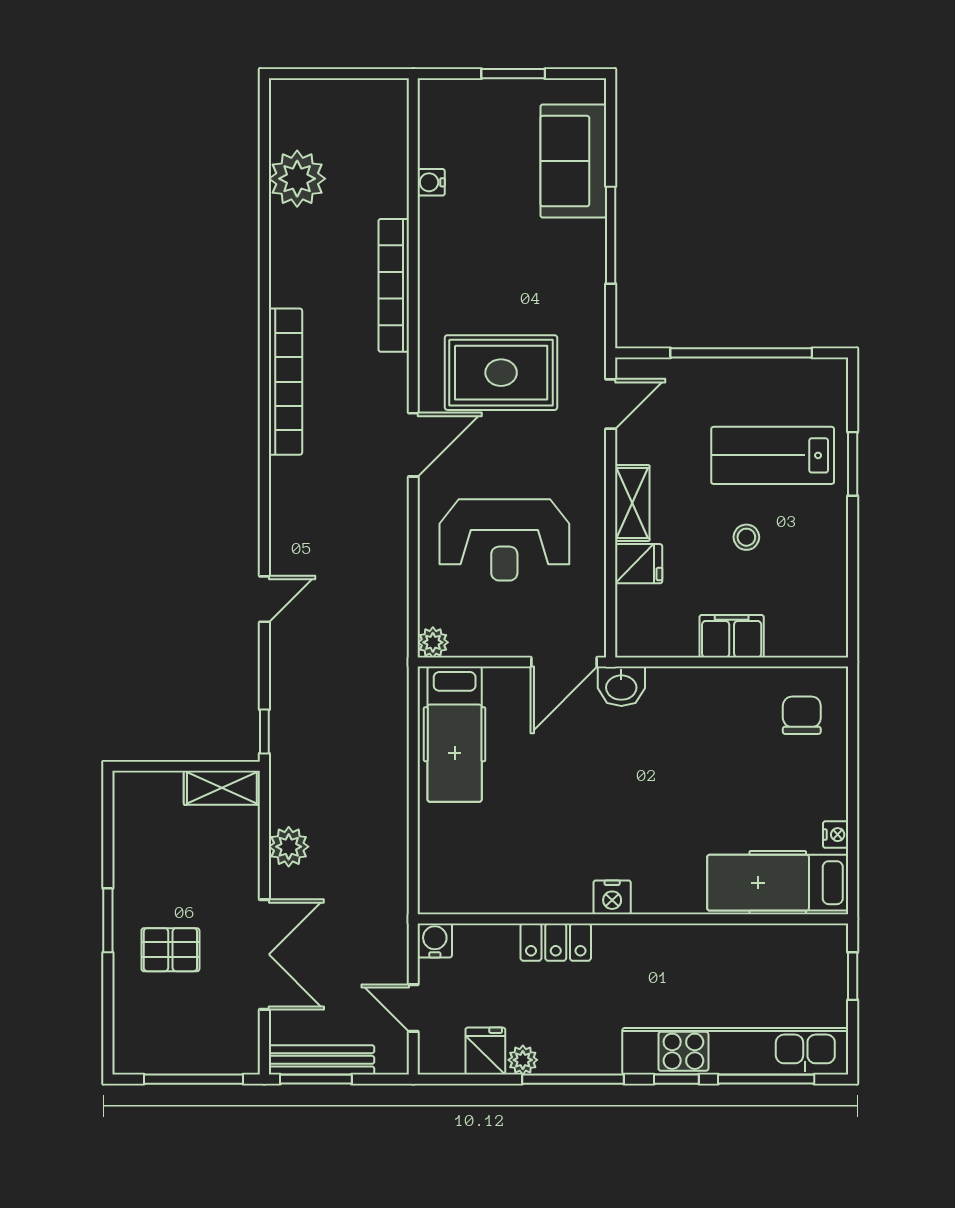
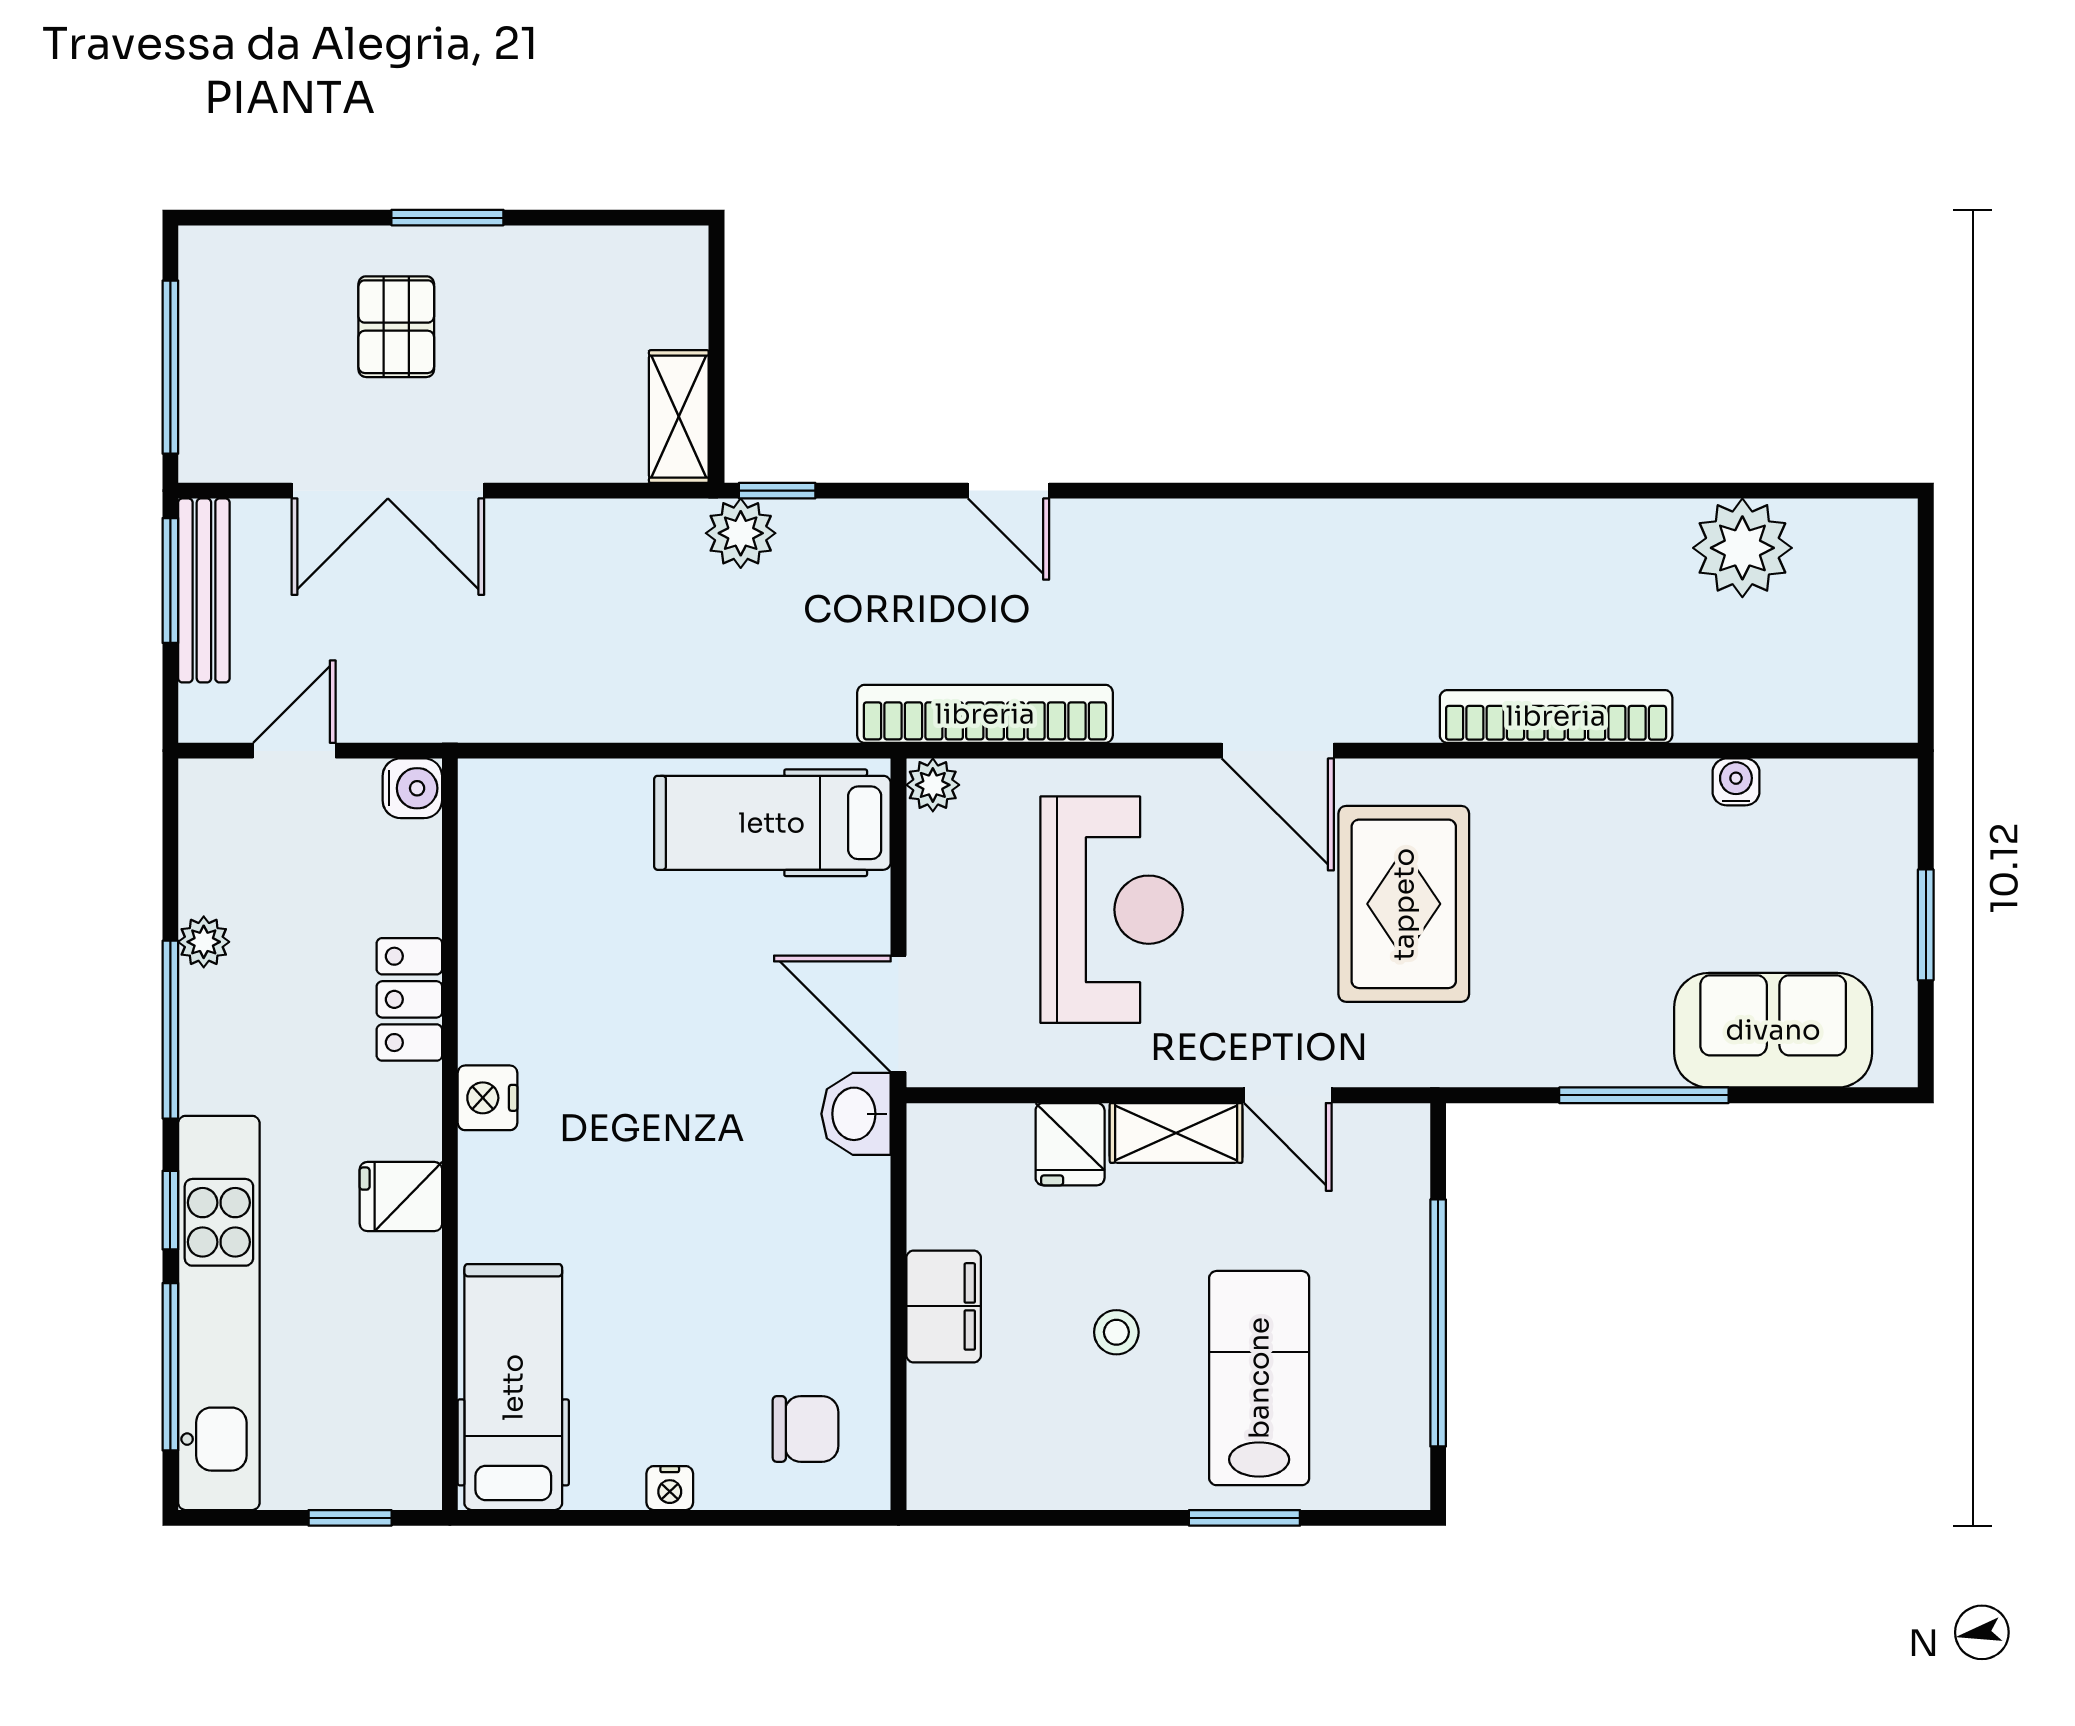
bookcase: (285, 382) -> (985, 714), moved, turned 180
door: (611, 404) -> (1288, 1095), moved
reception desk: (504, 540) -> (1112, 910), turned 180
nightstand: (836, 835) -> (670, 1488), moved
plant: (289, 847) -> (741, 533), moved
fridge: (485, 1051) -> (401, 1197), moved, turned 180

